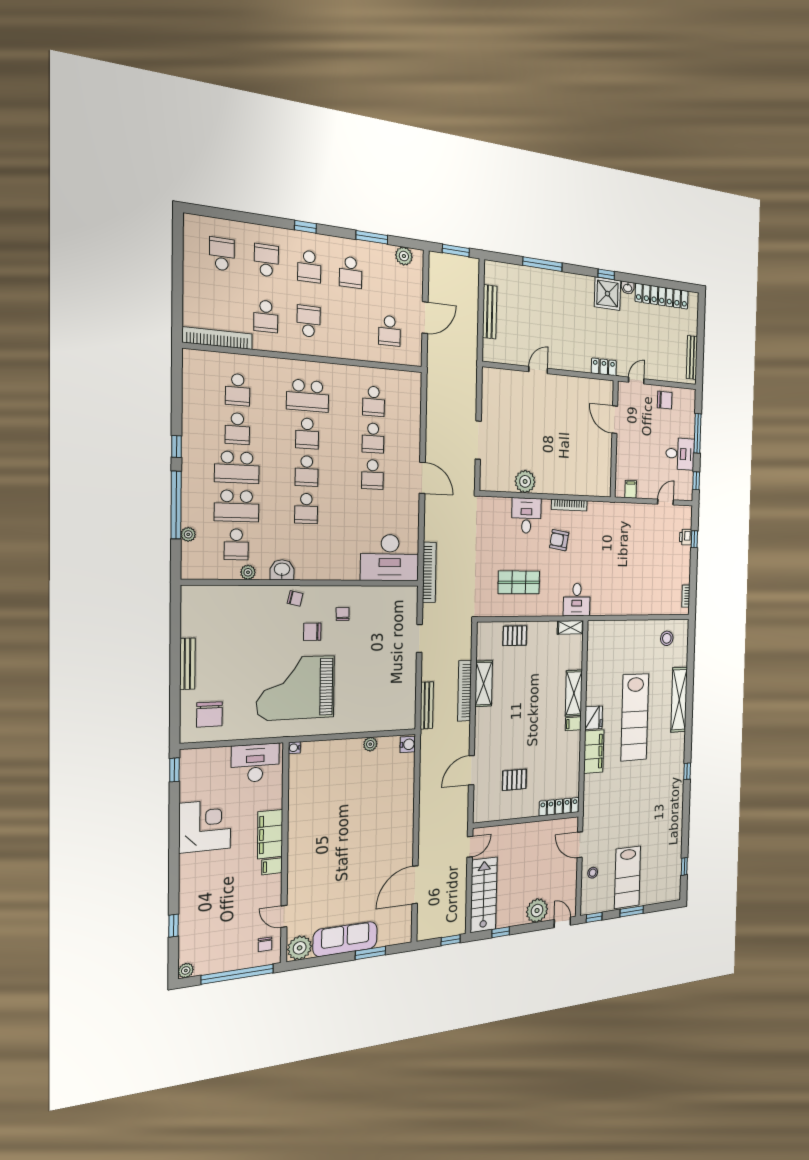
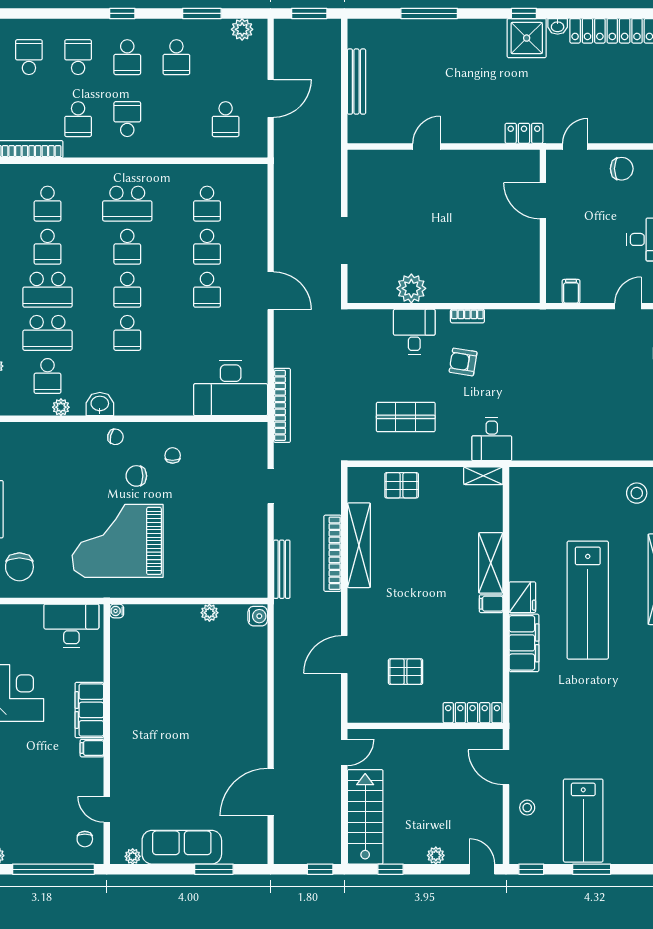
bookcase: (569, 505) -> (467, 316), width x0.64
shelving: (484, 684) -> (359, 545), width x1.47
plant: (537, 911) -> (436, 855), width x0.53, depth x0.53
plant: (300, 948) -> (133, 856), width x0.53, depth x0.53

